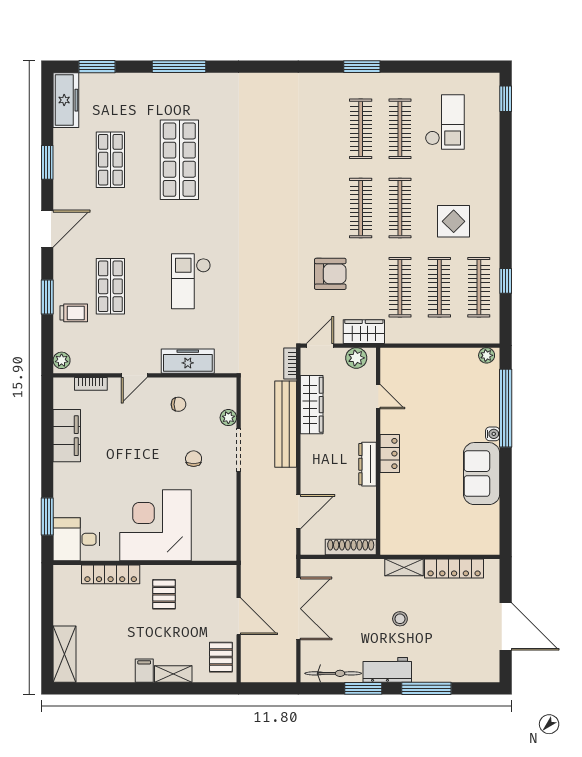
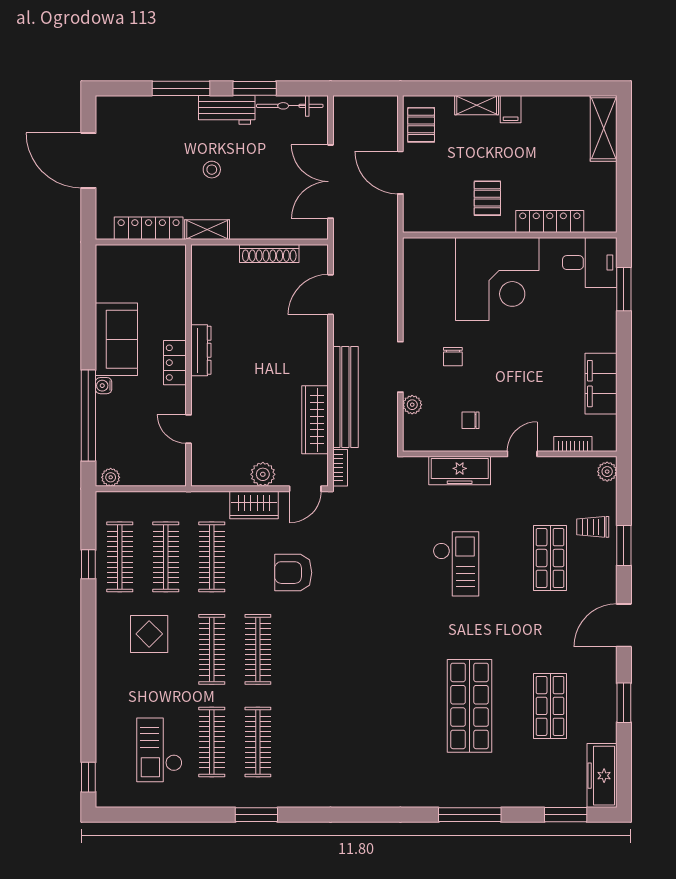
door: (378, 397) -> (189, 429), moved
wall: (378, 451) -> (189, 365), moved
locker: (390, 454) -> (175, 363), moved
dresser: (367, 464) -> (201, 350), moved

